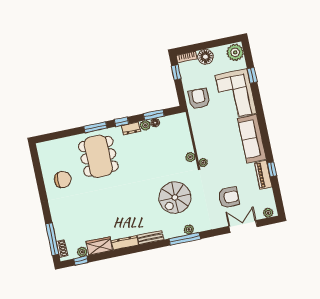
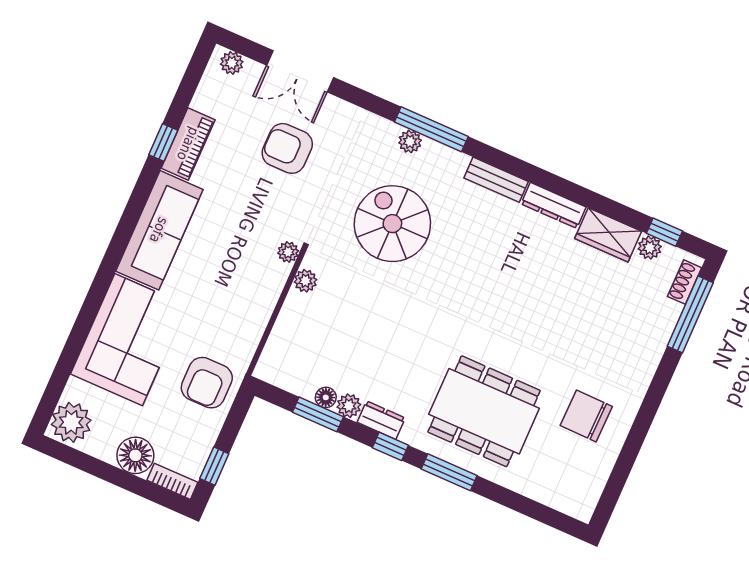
window: (252, 75) -> (70, 354), removed
dining table: (98, 156) -> (484, 411), turned 90
spiral stairs: (175, 197) -> (392, 224), turned -90

